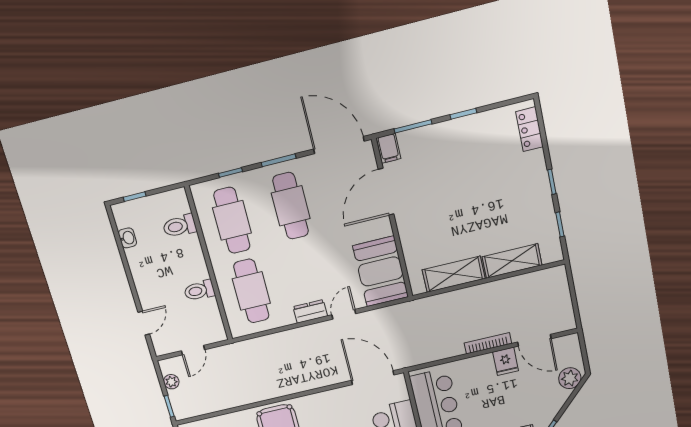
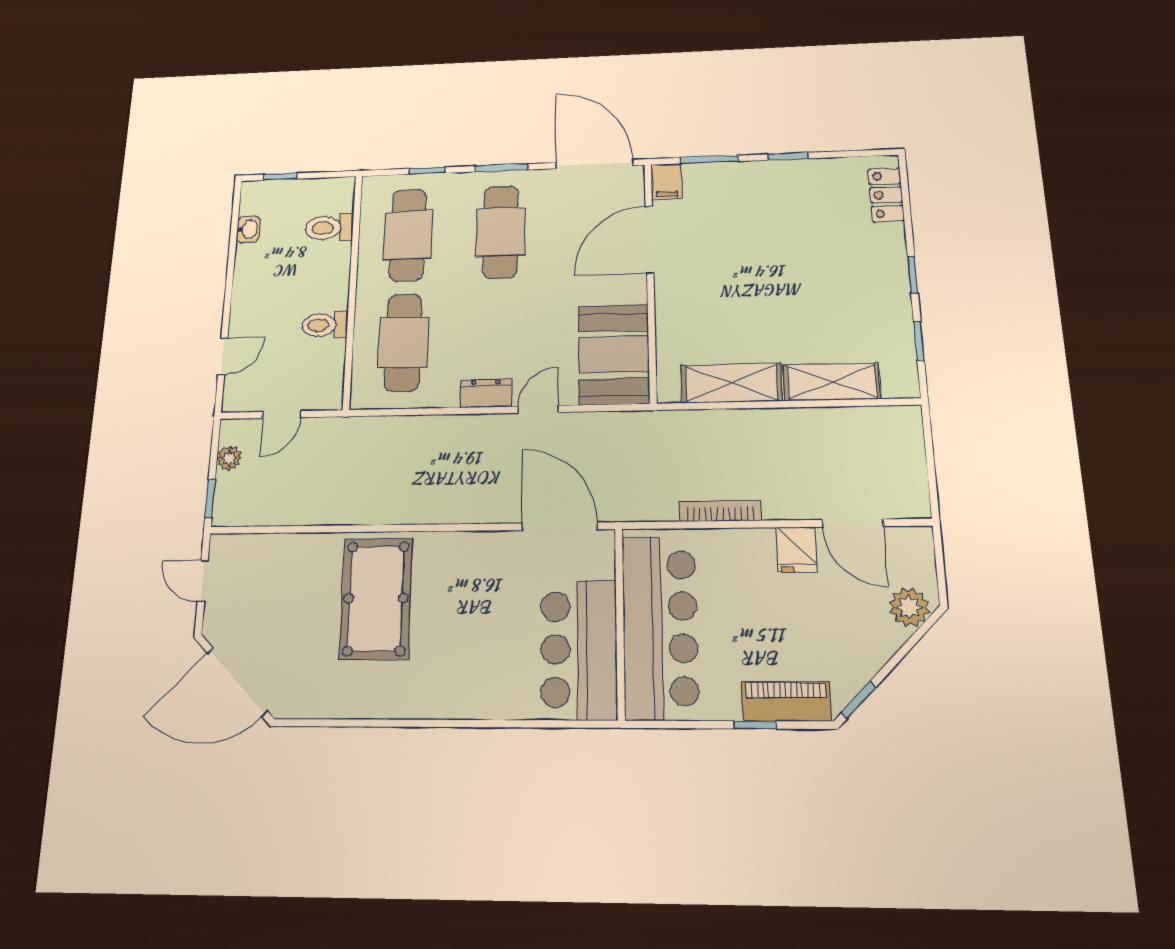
bookcase: (488, 343) -> (720, 511), moved

